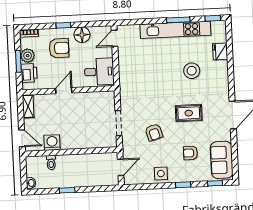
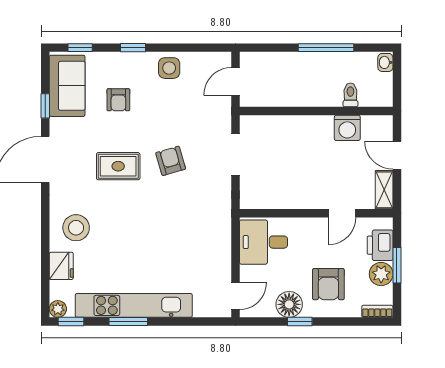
window: (63, 25) -> (300, 322), moved
plant: (221, 25) -> (58, 309), added
armchair: (59, 48) -> (328, 284), turned -90
stool: (192, 71) -> (76, 228), moved
door: (64, 91) -> (342, 213), moved
armchair: (154, 132) -> (171, 161), moved
door: (22, 138) -> (397, 155), moved
window: (234, 147) -> (45, 106), added
armchair: (190, 153) -> (118, 100), turned 90
window: (67, 190) -> (326, 48), width x2.17

